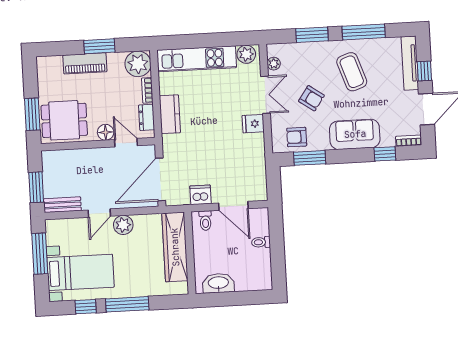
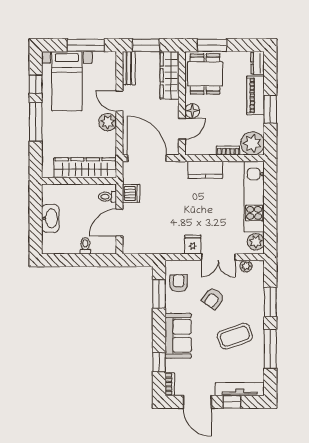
dresser: (147, 117) -> (258, 63), moved, turned -90
wardrobe: (68, 159) -> (170, 75), added
washbasin: (218, 283) -> (50, 218), moved

